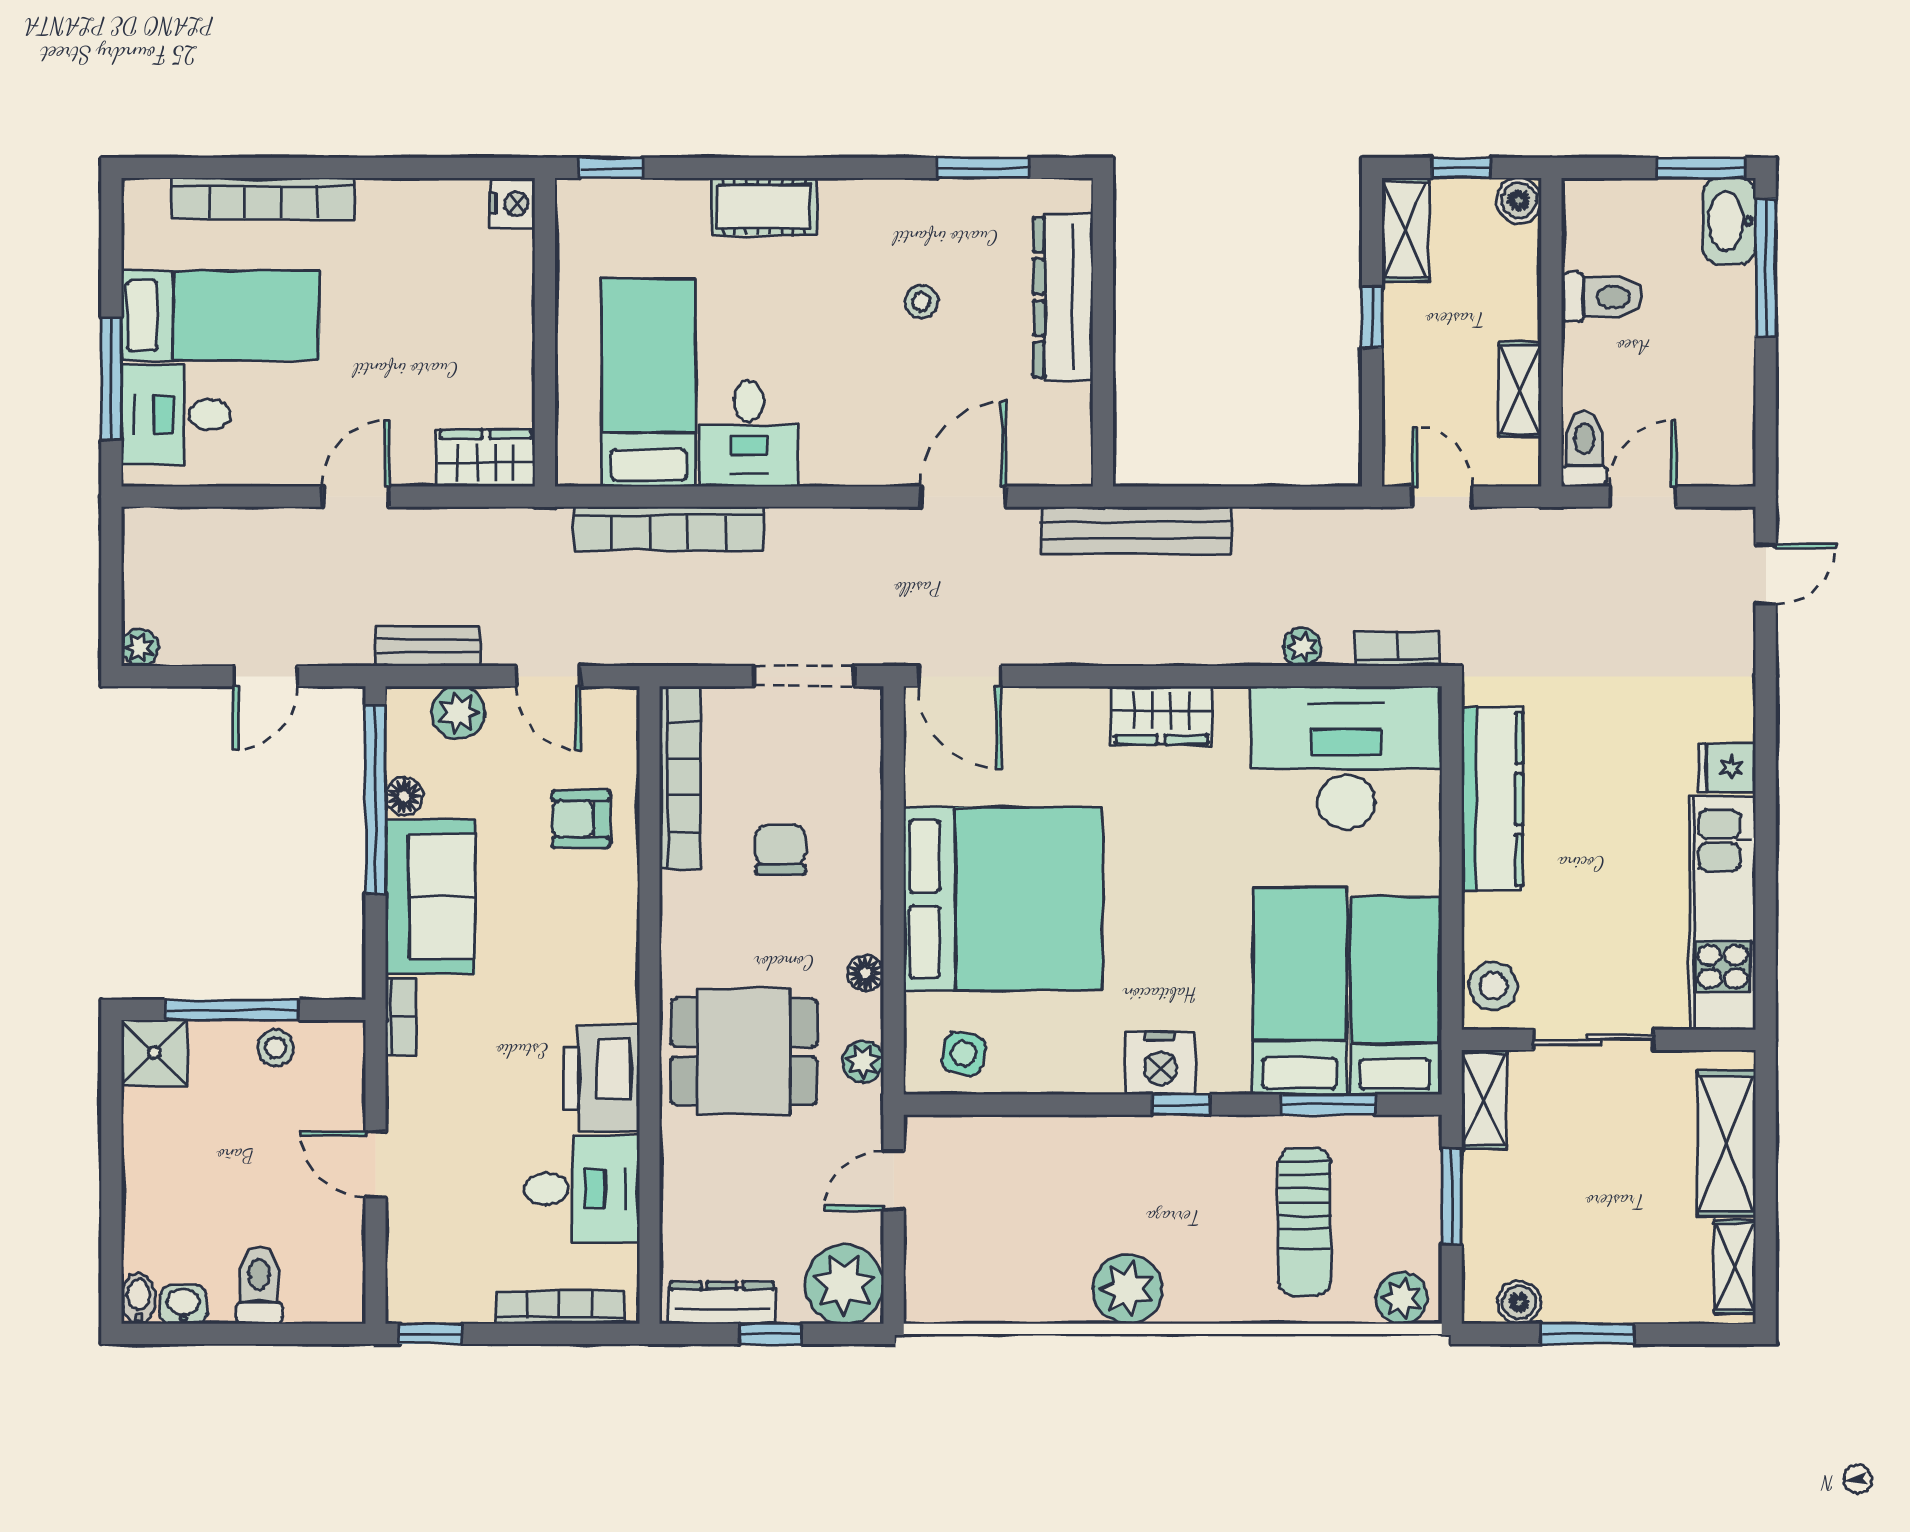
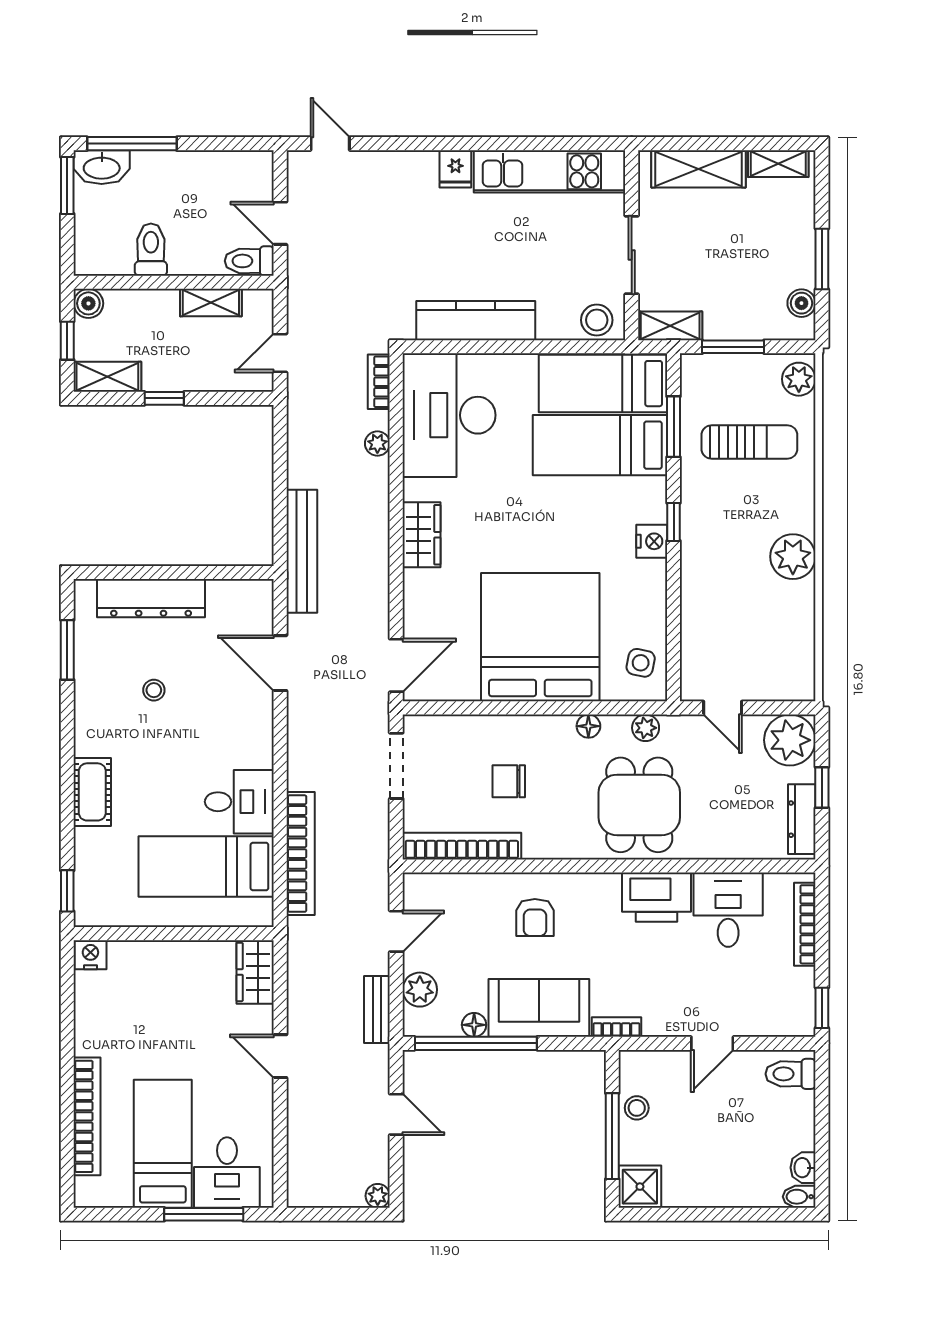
armchair: (581, 819) -> (535, 918), moved
nightstand: (1160, 1063) -> (652, 541), width x0.74, depth x0.75
toilet: (259, 1285) -> (790, 1074), moved

